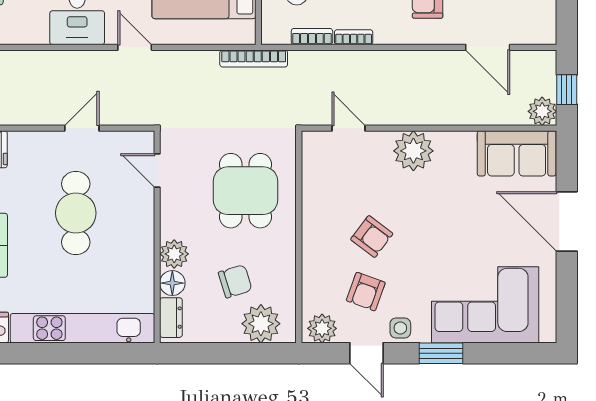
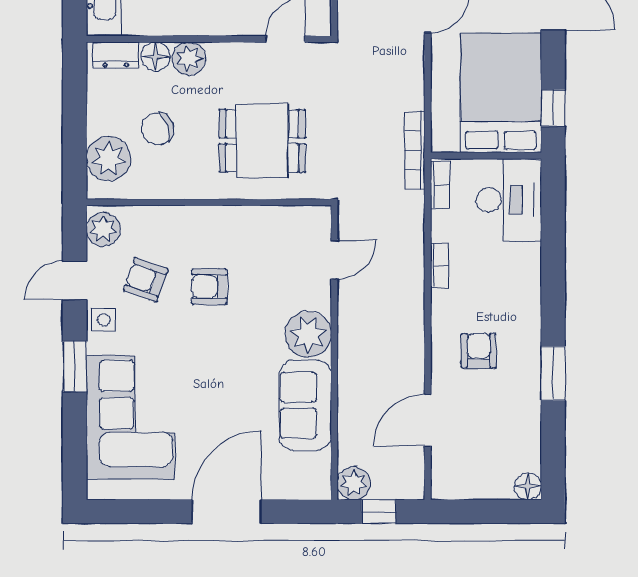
bookcase: (312, 37) -> (440, 185), moved
sofa: (517, 153) -> (305, 405), moved
armchair: (372, 236) -> (209, 287), turned 53
chair: (235, 281) -> (158, 129), turned 87

